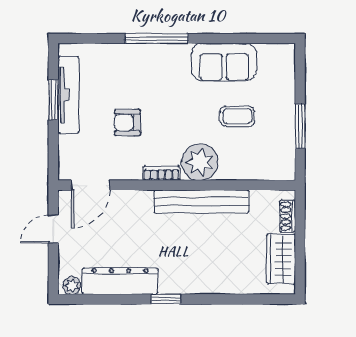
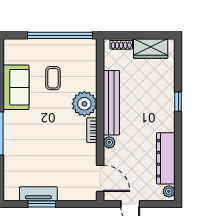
tv unit: (68, 95) -> (38, 194), width x0.71
armchair: (128, 122) -> (57, 153), removed
window: (300, 126) -> (60, 35), width x2.11
plant: (144, 198) -> (109, 142), added
window: (166, 299) -> (178, 102), moved

